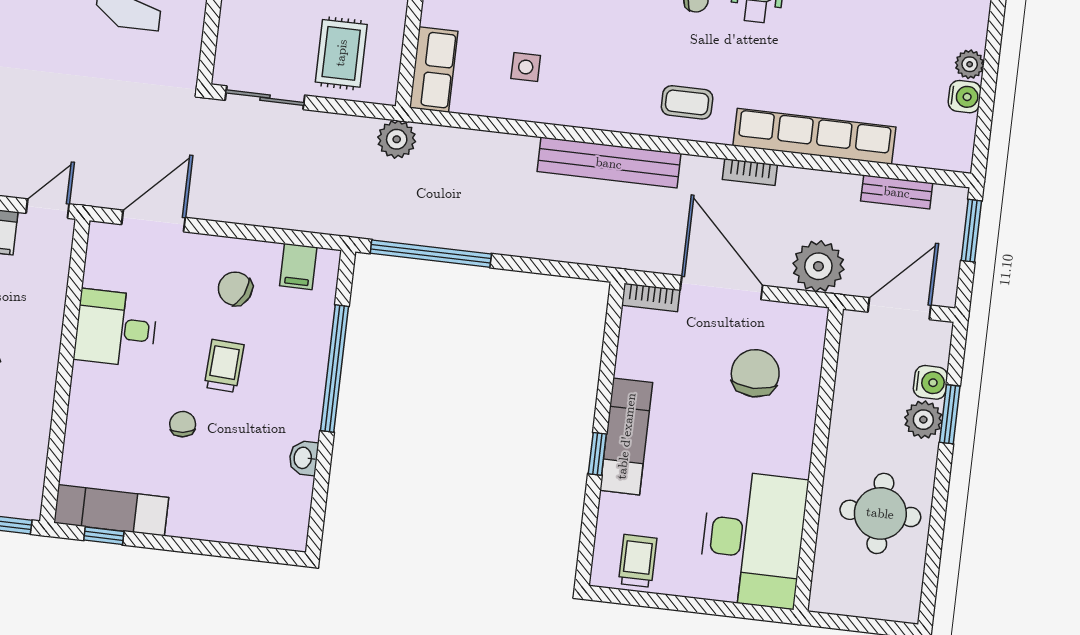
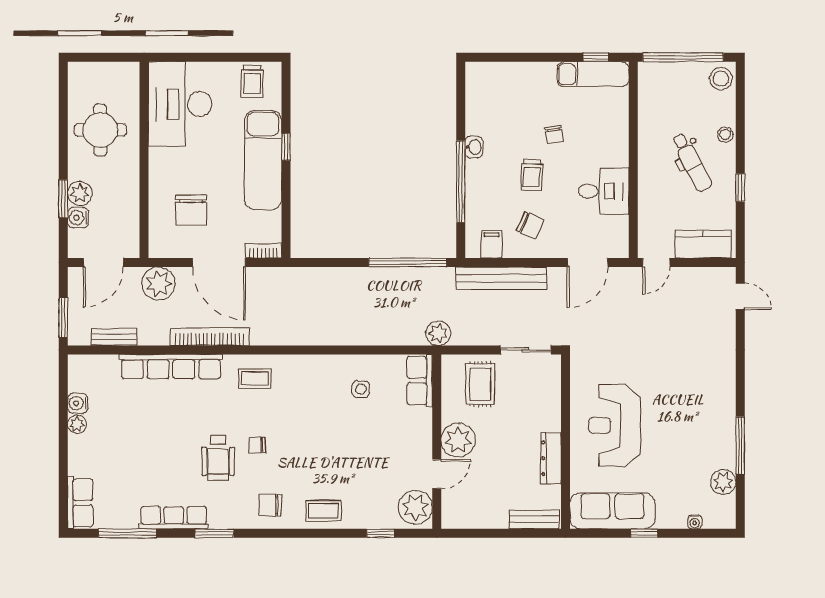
bench: (609, 163) -> (501, 278), moved
bookcase: (750, 172) -> (210, 337), width x2.31, depth x1.31
exam couch: (626, 436) -> (263, 160), width x1.36, depth x1.45
washbasin: (304, 458) -> (474, 147), moved

